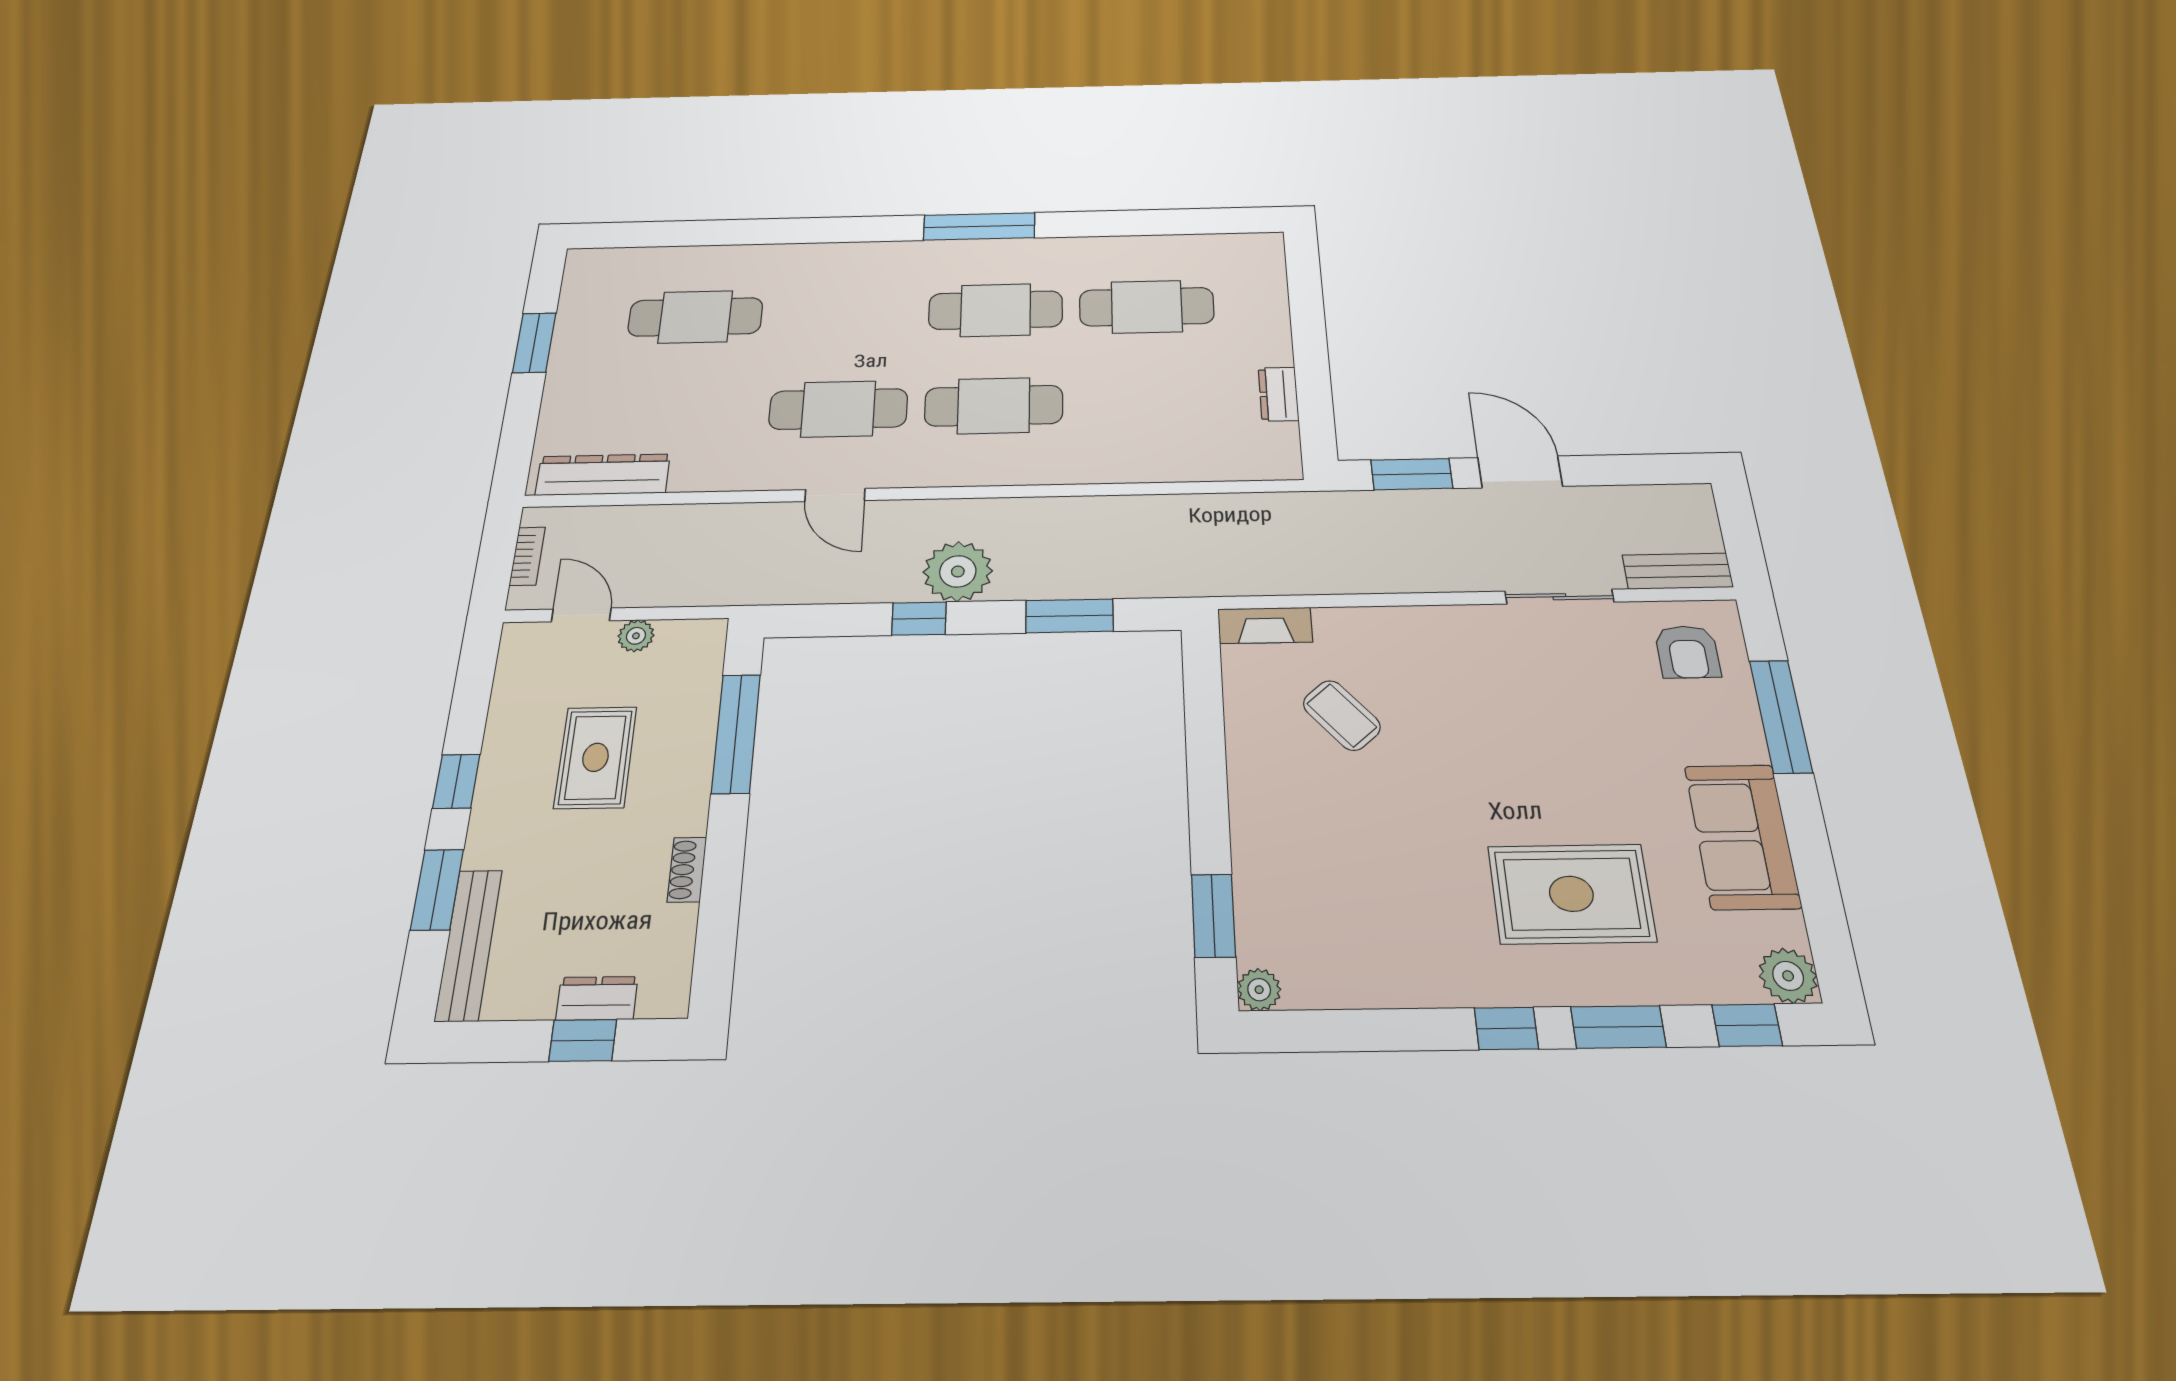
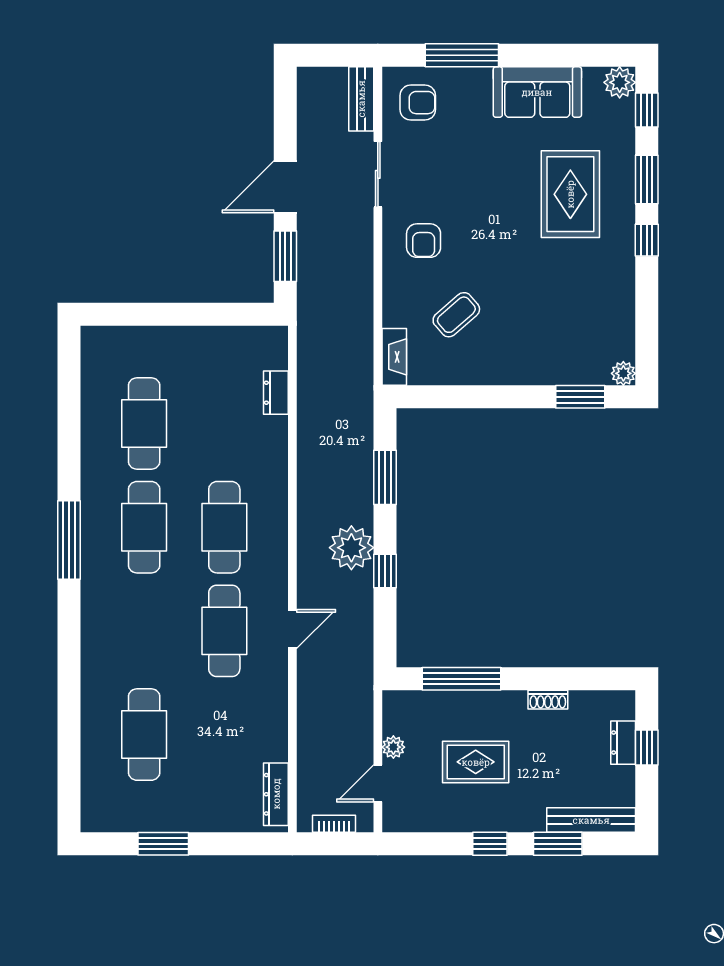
dresser: (1279, 394) -> (276, 393), moved, turned 90
dresser: (603, 475) -> (276, 794), width x0.73, depth x0.80
armchair: (1460, 664) -> (424, 241), added

